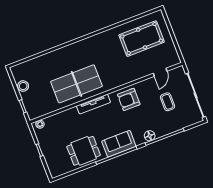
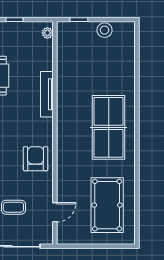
door: (160, 72) -> (55, 212), swing flipped
table tennis table: (76, 84) -> (109, 127), moved
tv unit: (93, 104) -> (47, 94), moved

